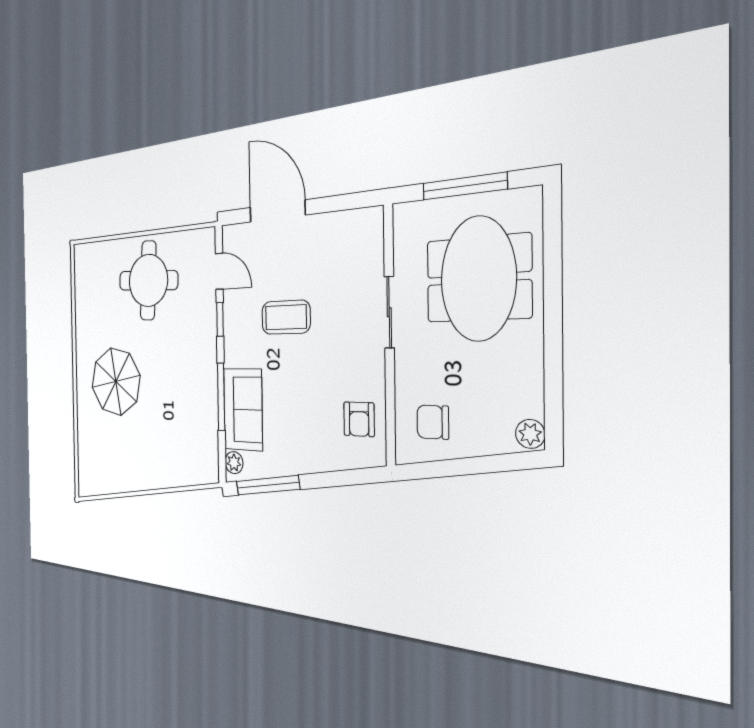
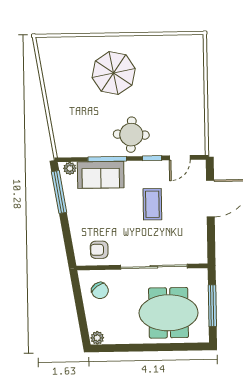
round table: (148, 280) -> (131, 135), moved, width x0.73, depth x0.73
sliding door: (389, 312) -> (154, 267), width x1.86
chair: (433, 422) -> (100, 291), turned 145

